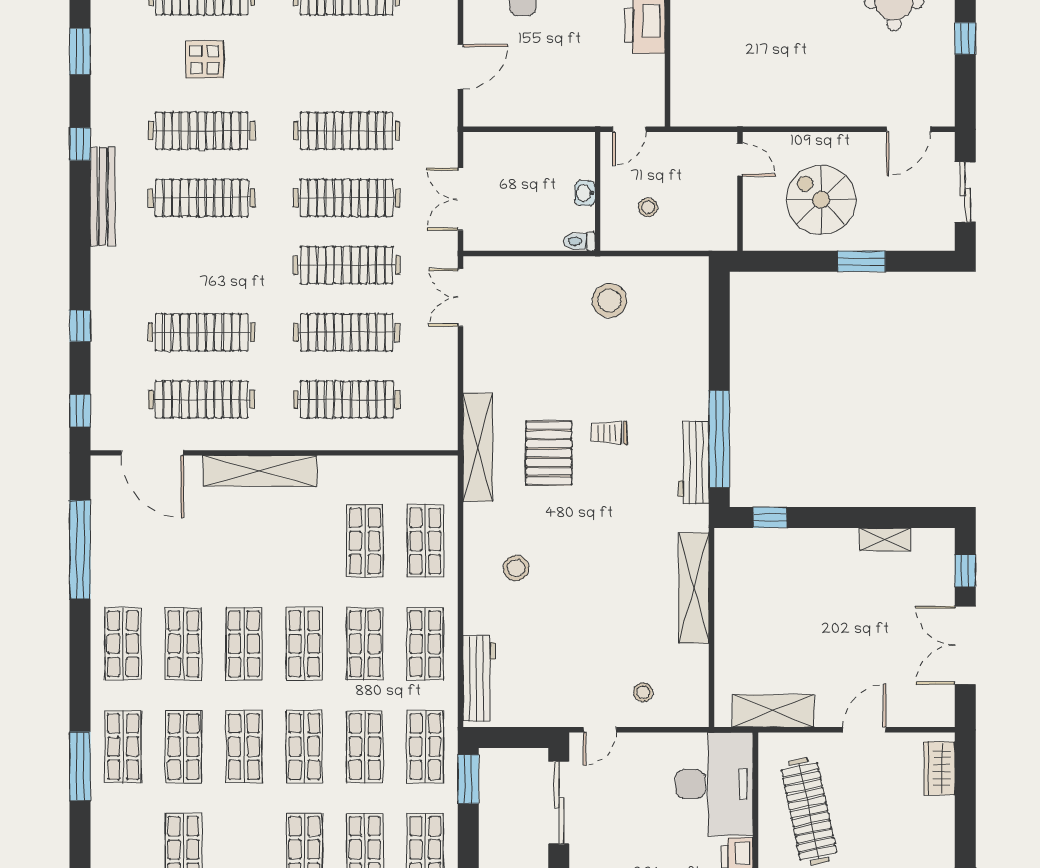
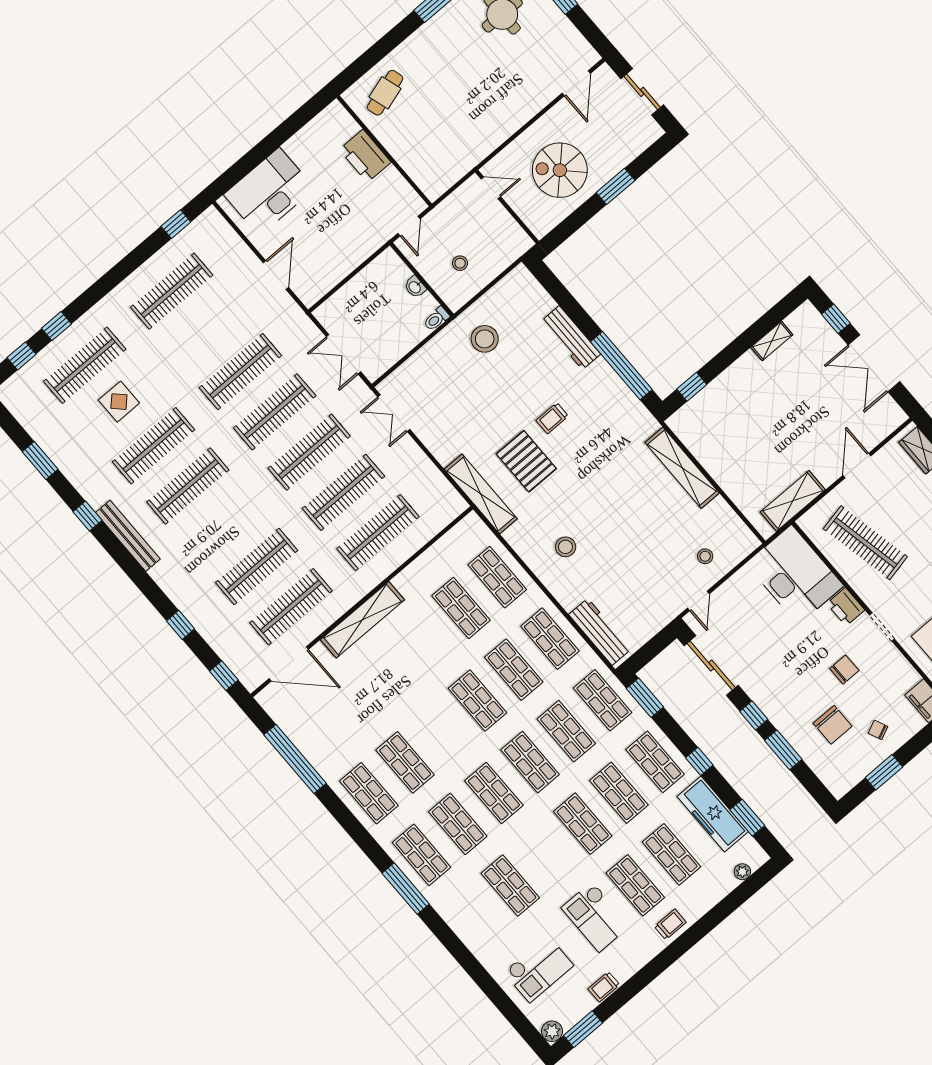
workbench: (694, 463) -> (571, 338), moved
shop shelf: (244, 644) -> (441, 731), removed

